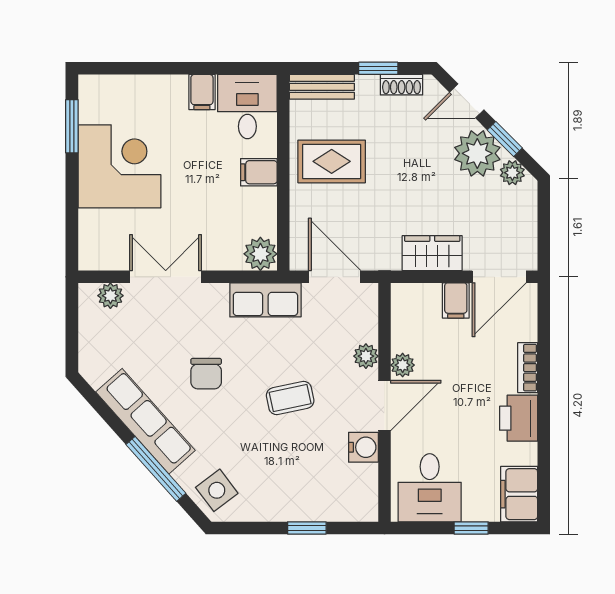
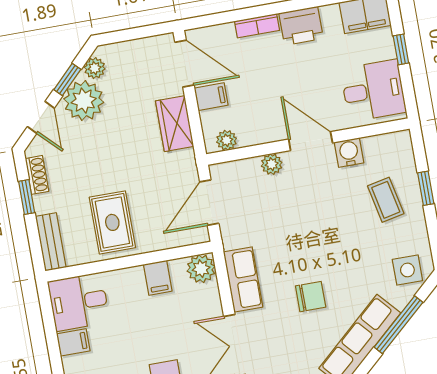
filing cabinet: (259, 172) -> (158, 278), moved
row of seats: (265, 300) -> (243, 280), moved
plant: (403, 365) -> (227, 140), moved
coffee table: (290, 398) -> (386, 200), moved
side table: (217, 490) -> (407, 270), turned 37

